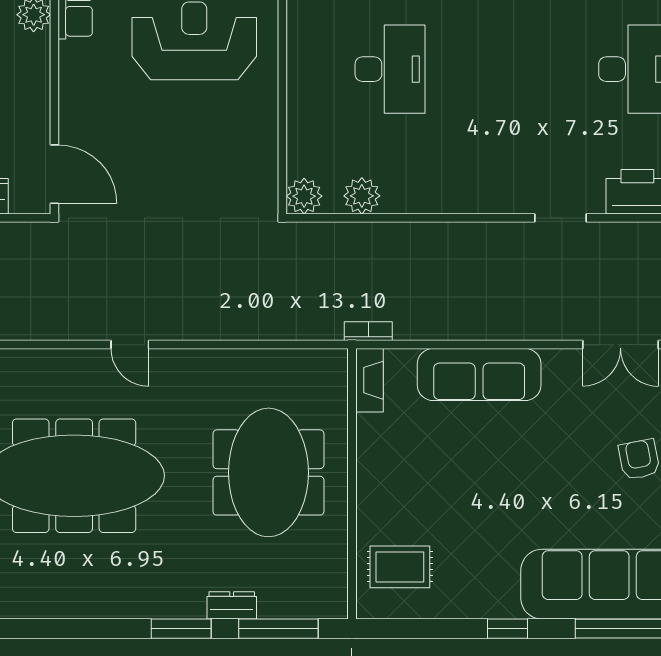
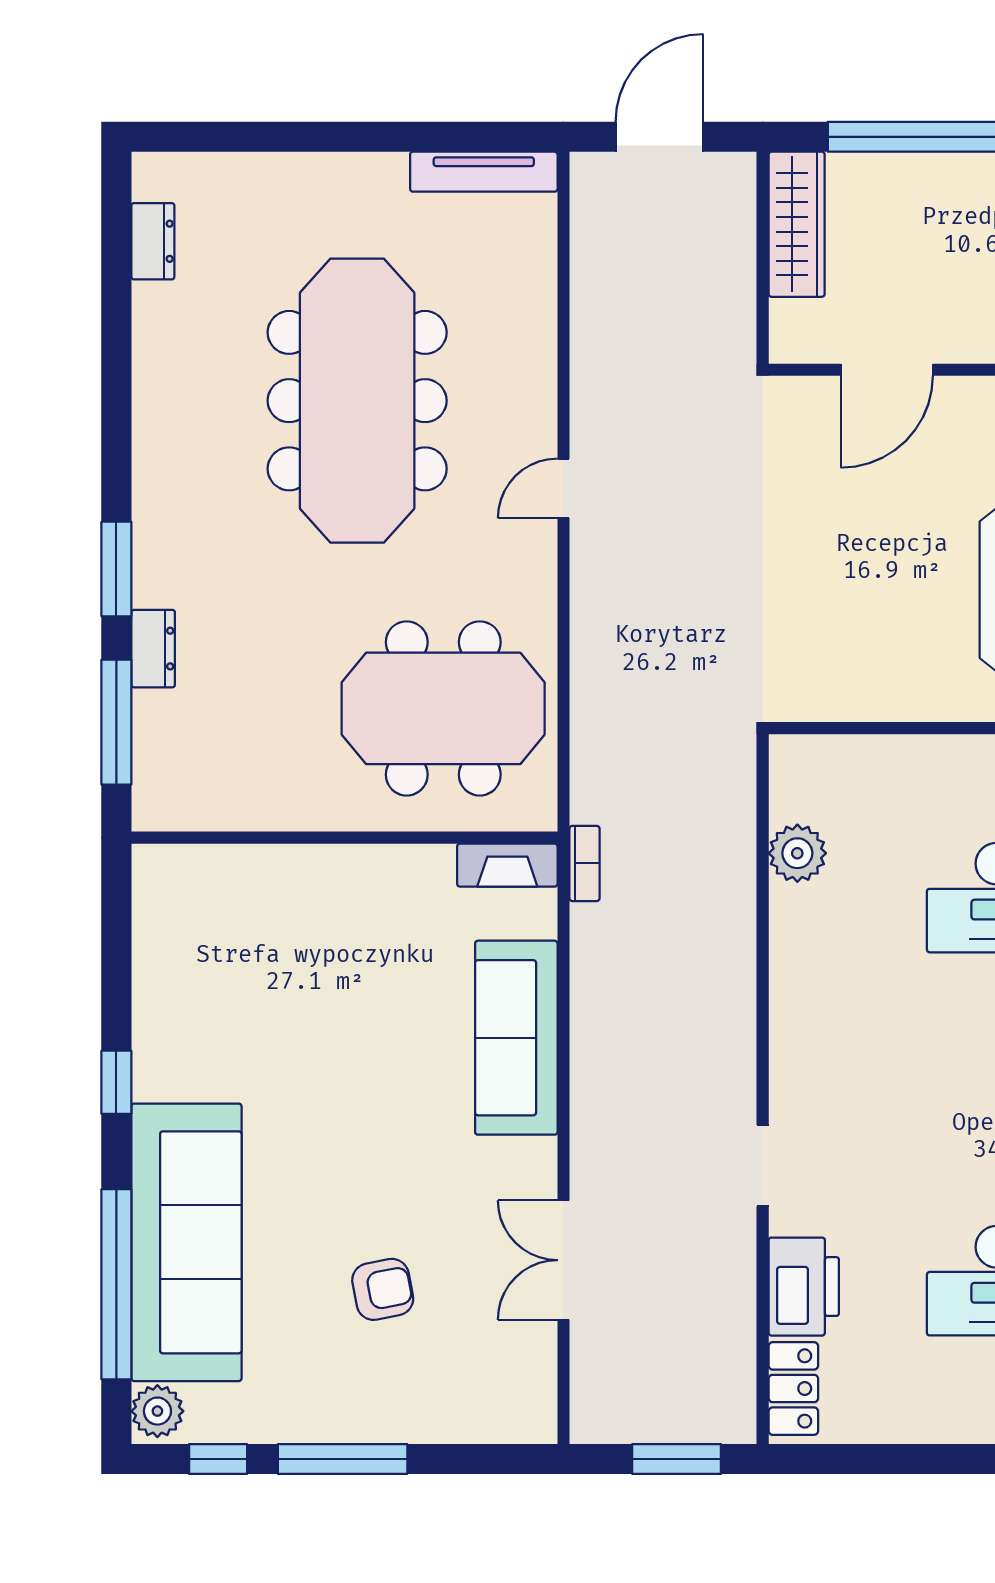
door: (54, 174) -> (887, 370), moved
plant: (304, 196) -> (797, 762), removed
meeting table: (268, 472) -> (443, 708), moved
rug: (400, 567) -> (214, 913), removed

